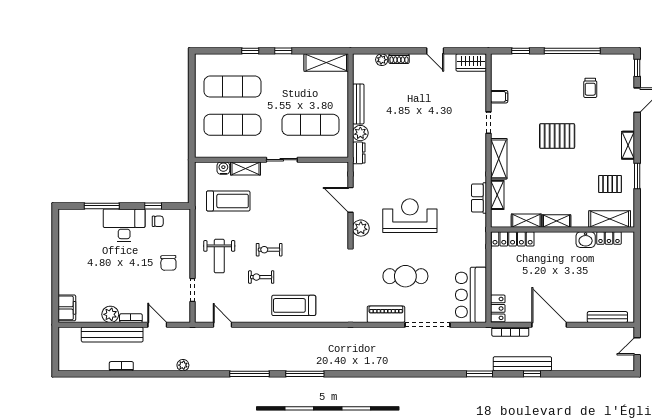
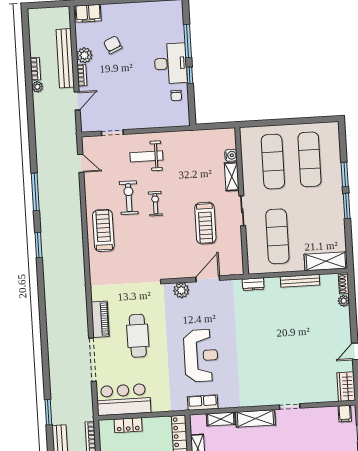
window: (250, 51) -> (345, 174), width x1.50
window: (283, 51) -> (347, 206), width x1.50
shoe rack: (399, 59) -> (344, 284), moved
shelving: (326, 63) -> (326, 261), moved, turned 90
filing cabinet: (499, 97) -> (345, 414), moved
plant: (360, 133) -> (272, 284), removed
row of seats: (479, 198) -> (203, 403), moved
treadmill: (228, 201) -> (205, 223), moved
window: (153, 206) -> (190, 75), moved
reception desk: (410, 216) -> (201, 356), moved
chair: (168, 263) -> (113, 45), moved, turned 68
exercise bike: (261, 277) -> (129, 198), width x1.38, depth x1.39
locker: (498, 308) -> (128, 425), moved
door: (223, 325) -> (81, 163), hinge flipped
plant: (183, 365) -> (37, 87), moved
window: (305, 374) -> (38, 245), width x0.69

